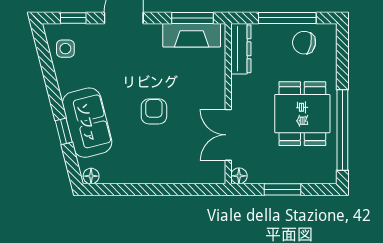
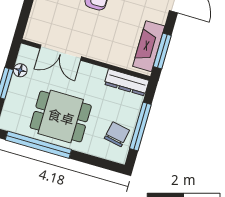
double door: (228, 135) -> (61, 53), swing flipped
floor lamp: (239, 176) -> (20, 70), moved

